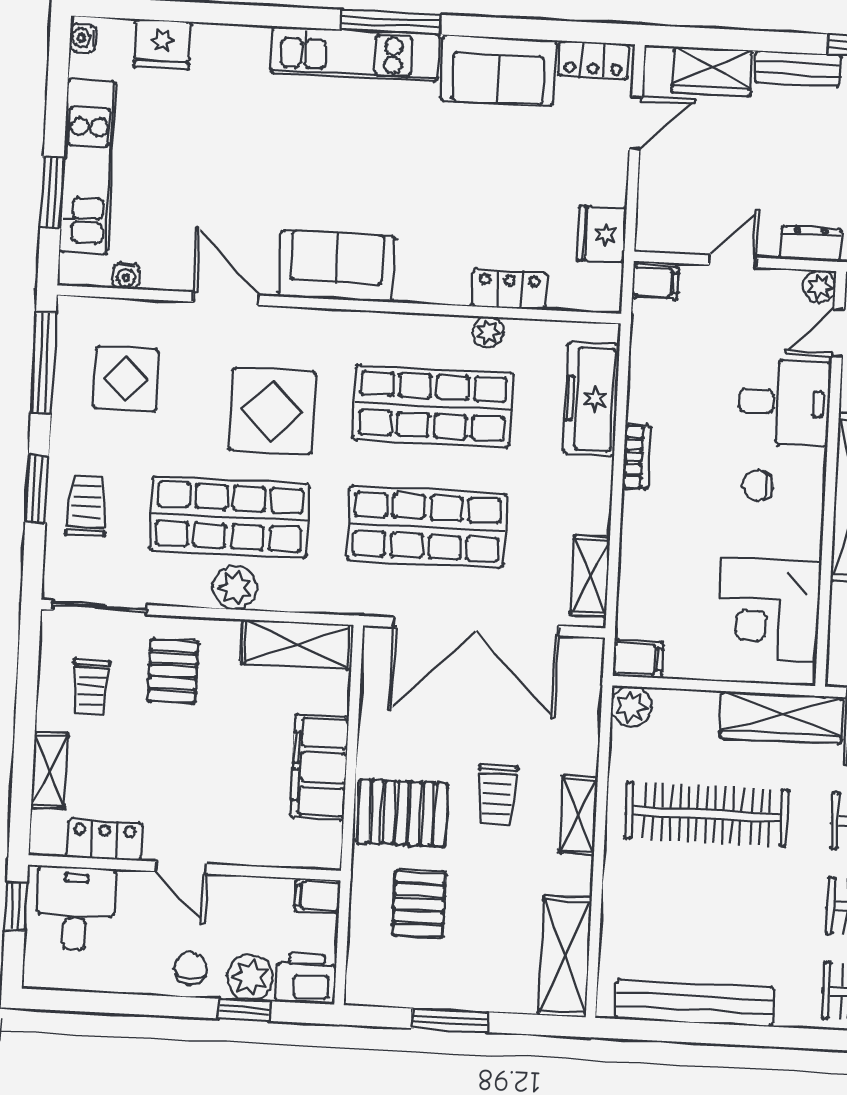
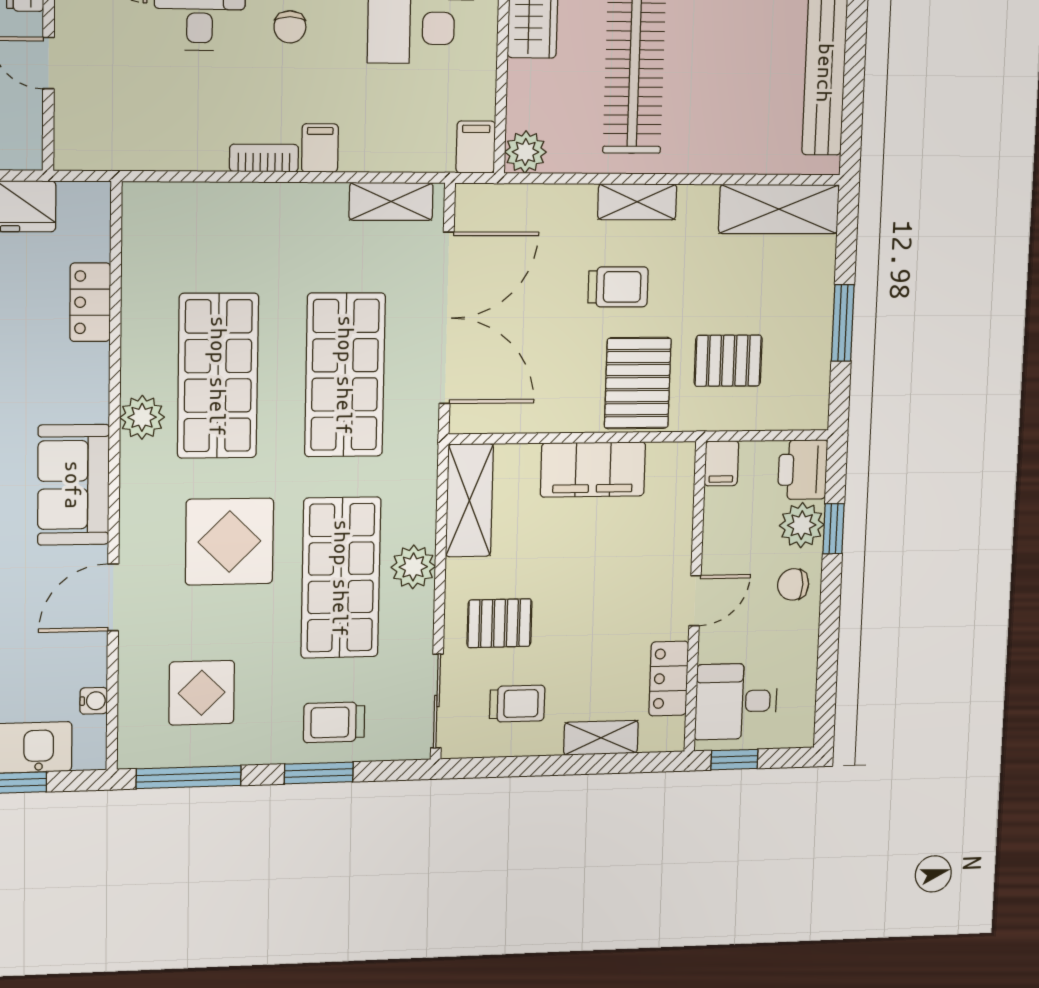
filing cabinet: (655, 282) -> (320, 148), moved
plant: (488, 332) -> (142, 417), moved, width x1.38, depth x1.38
freezer: (591, 399) -> (204, 209), removed

